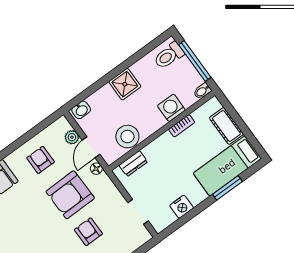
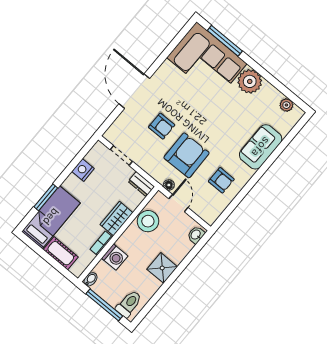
plant: (72, 137) -> (198, 208), removed
wardrobe: (159, 147) -> (117, 219), added
dresser: (133, 164) -> (141, 184), moved, turned -90

